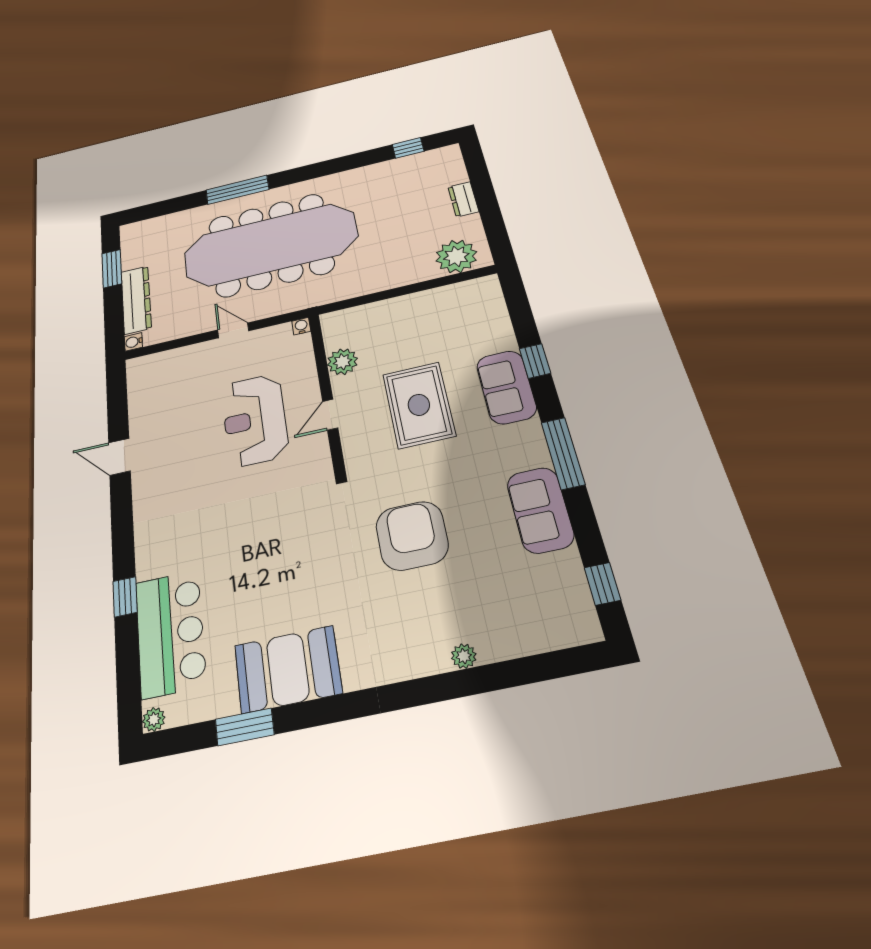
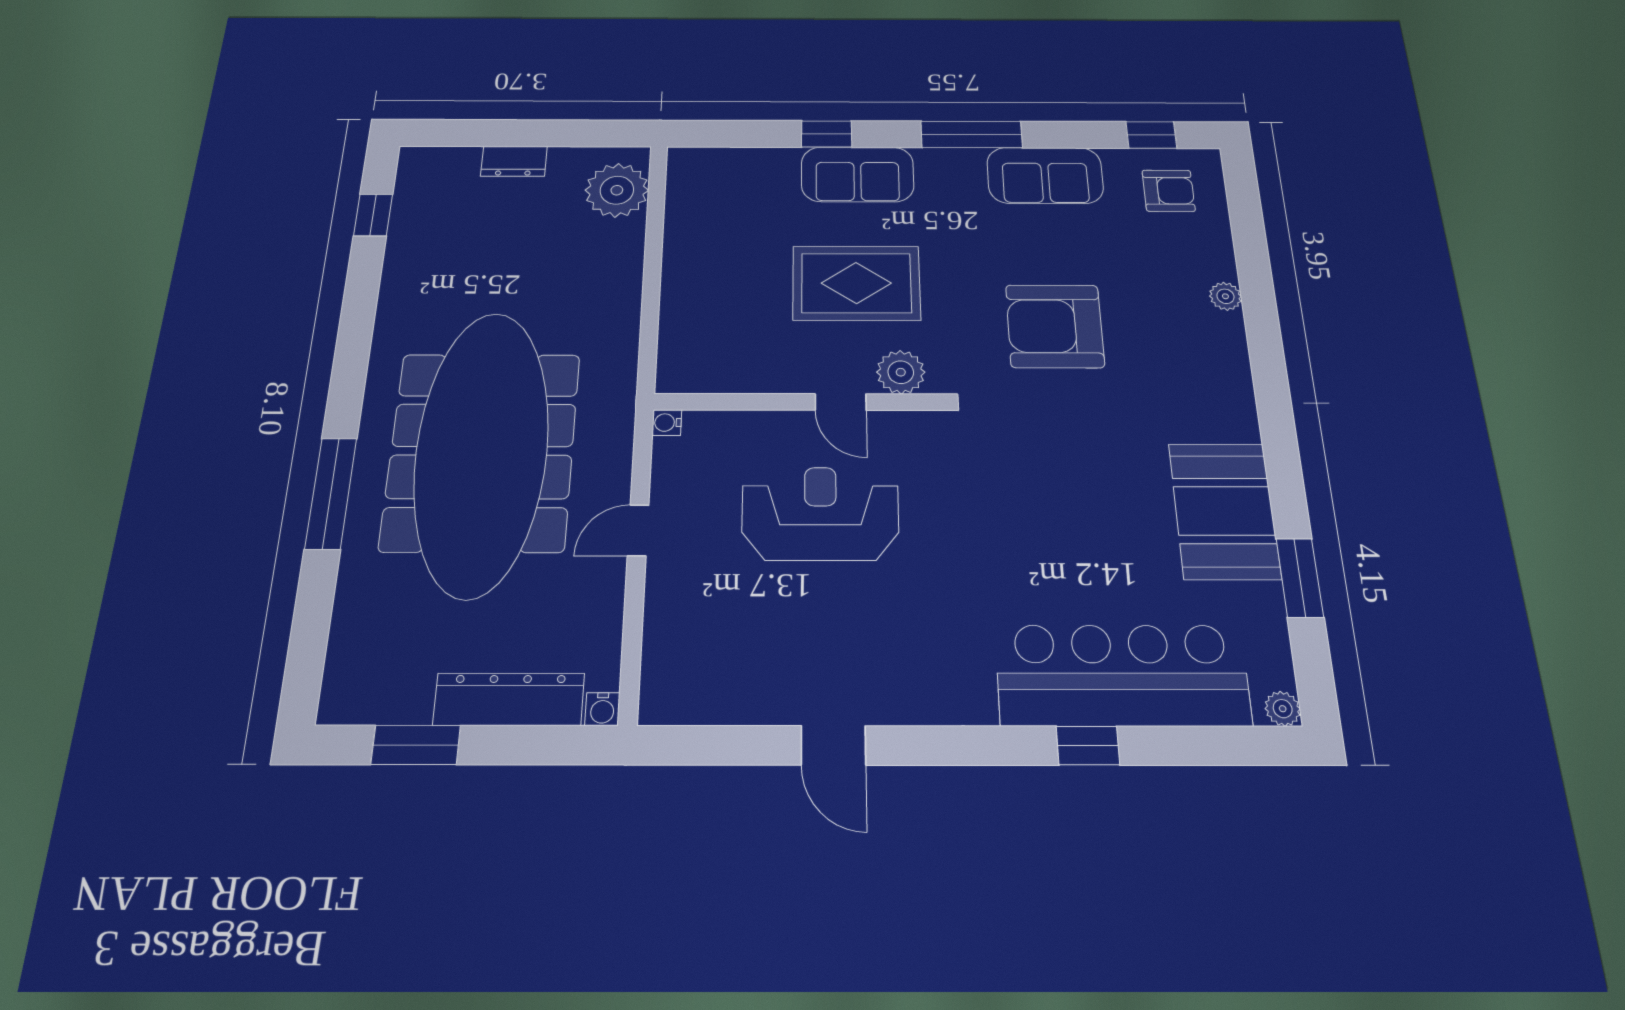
plant: (342, 362) -> (901, 372), moved
reception desk: (255, 420) -> (820, 513), turned 180
door: (119, 457) -> (833, 745), hinge flipped
armchair: (551, 603) -> (1169, 191), added
bar counter: (170, 633) -> (1122, 675), width x1.36

